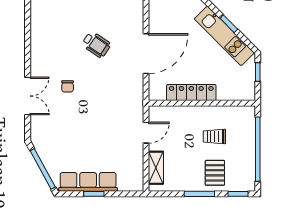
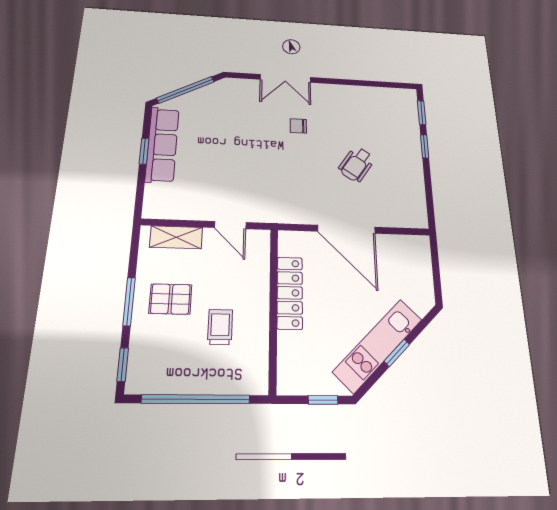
pallet: (215, 173) -> (170, 299), moved

